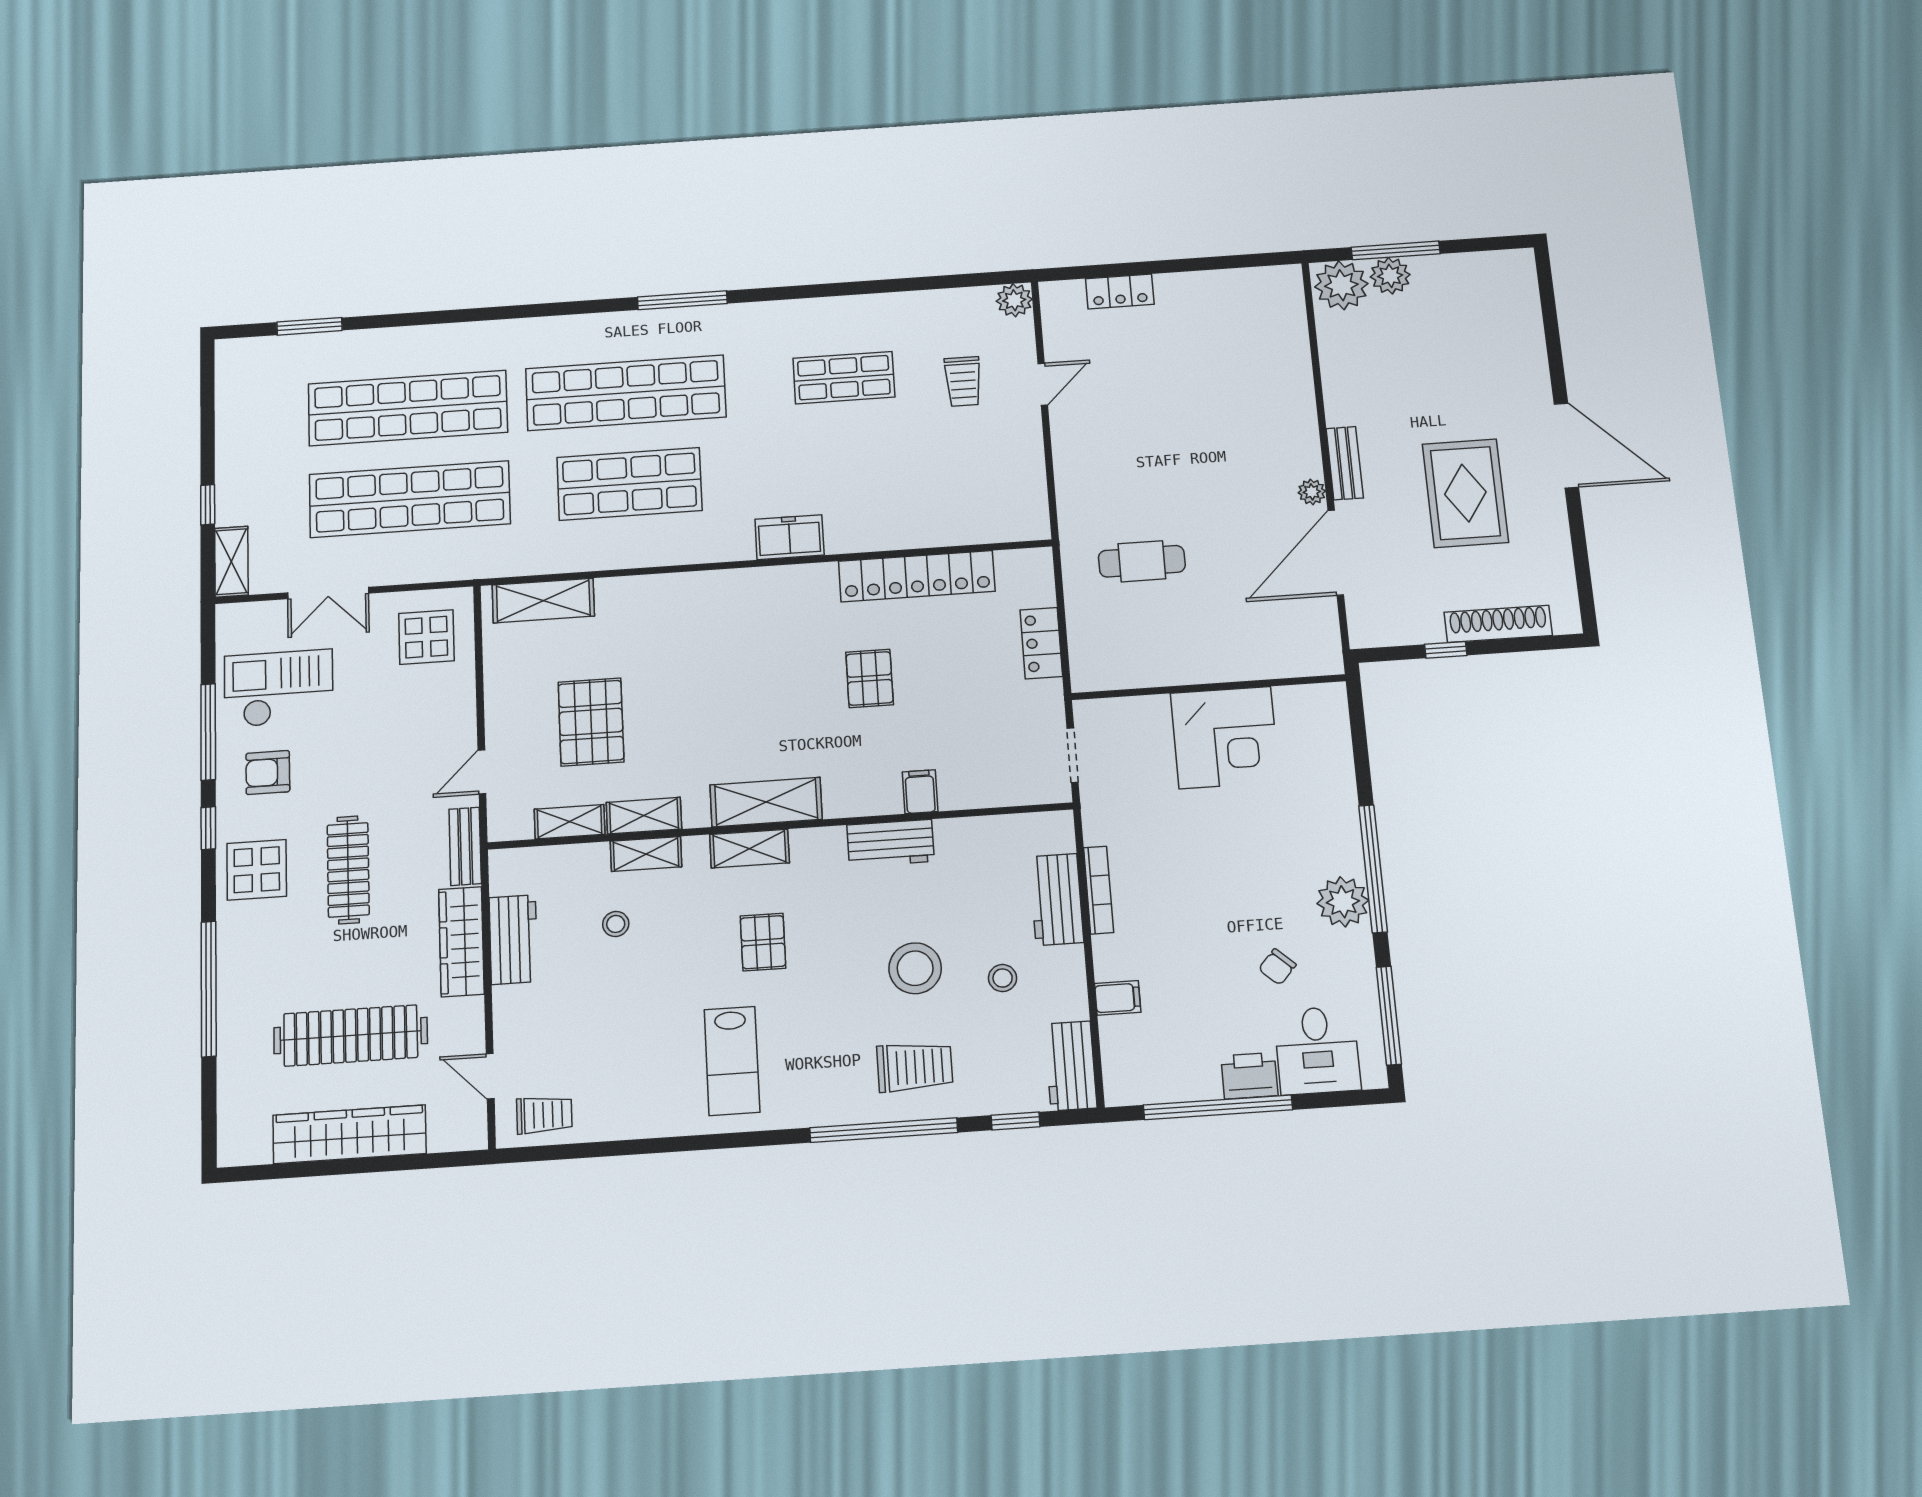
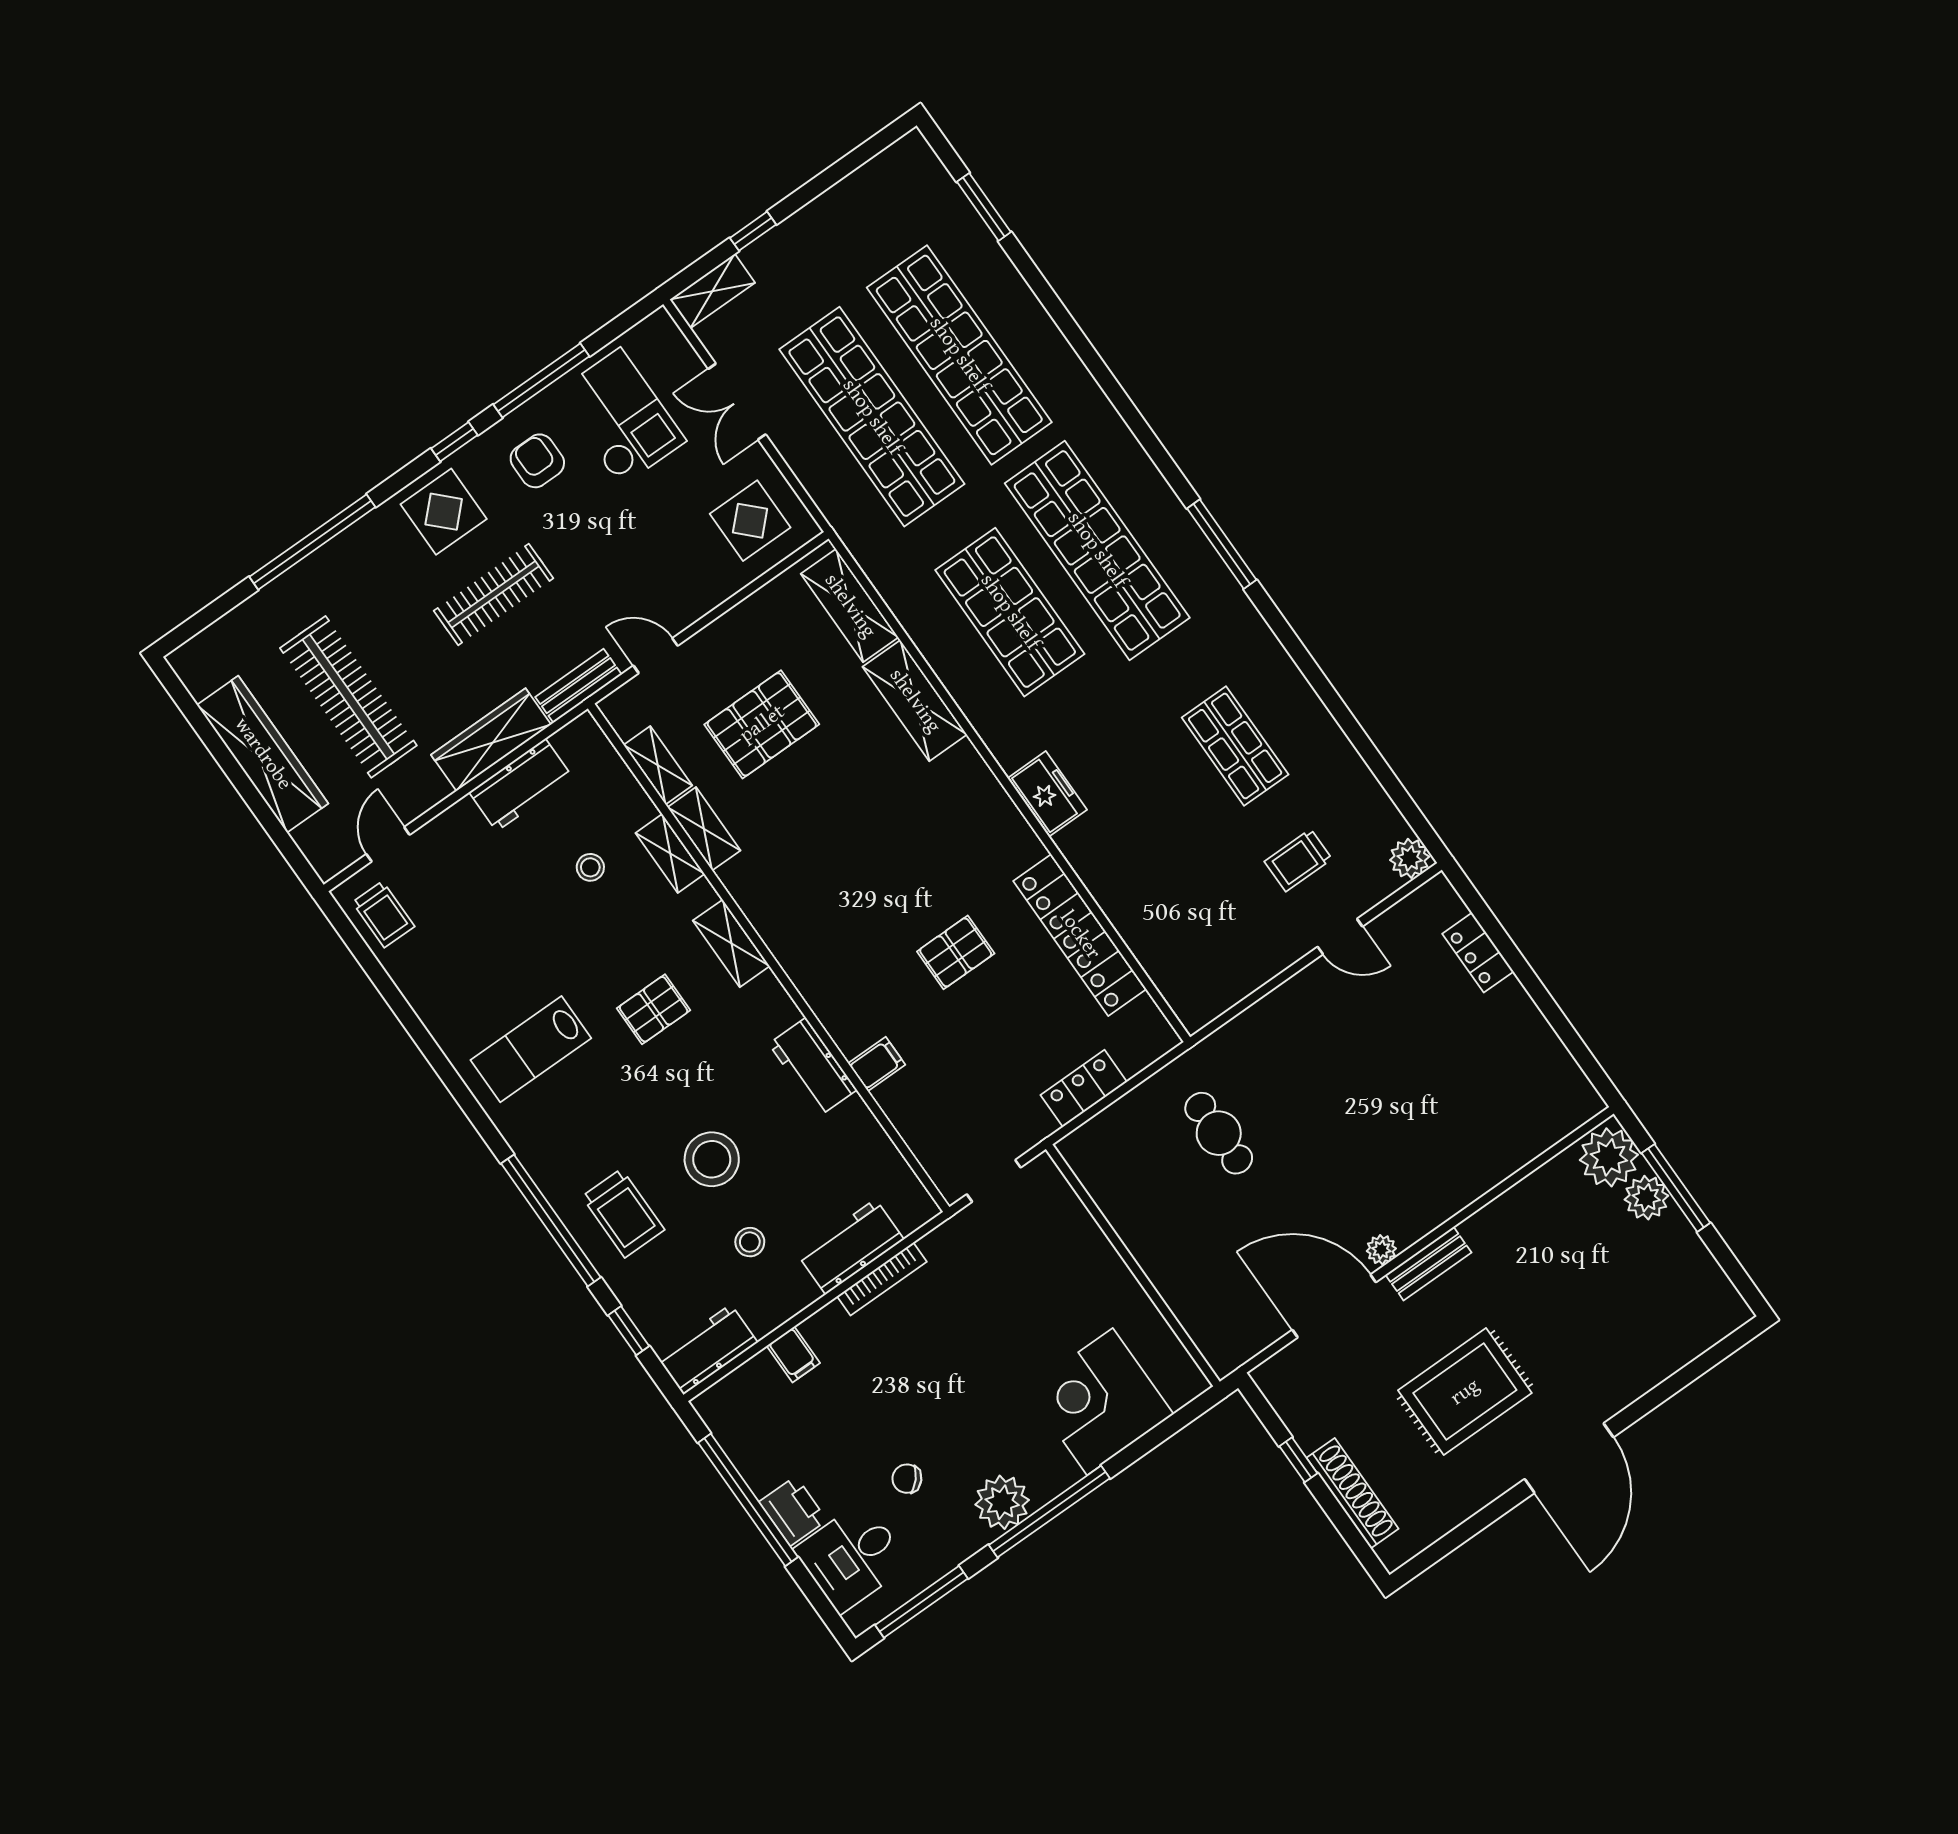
corner desk: (1225, 737) -> (1100, 1402), moved, turned 90
shelving: (766, 802) -> (915, 701), moved

